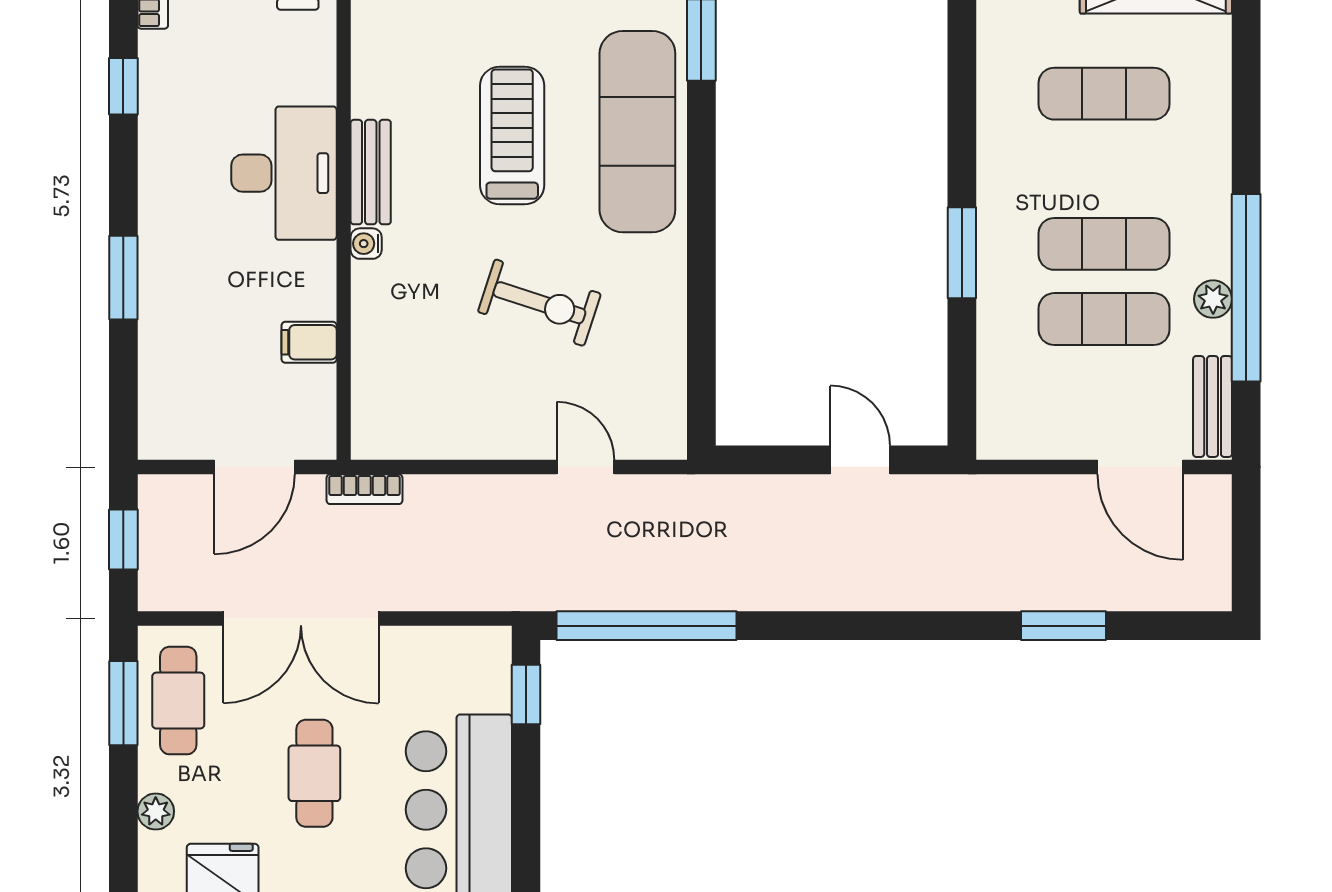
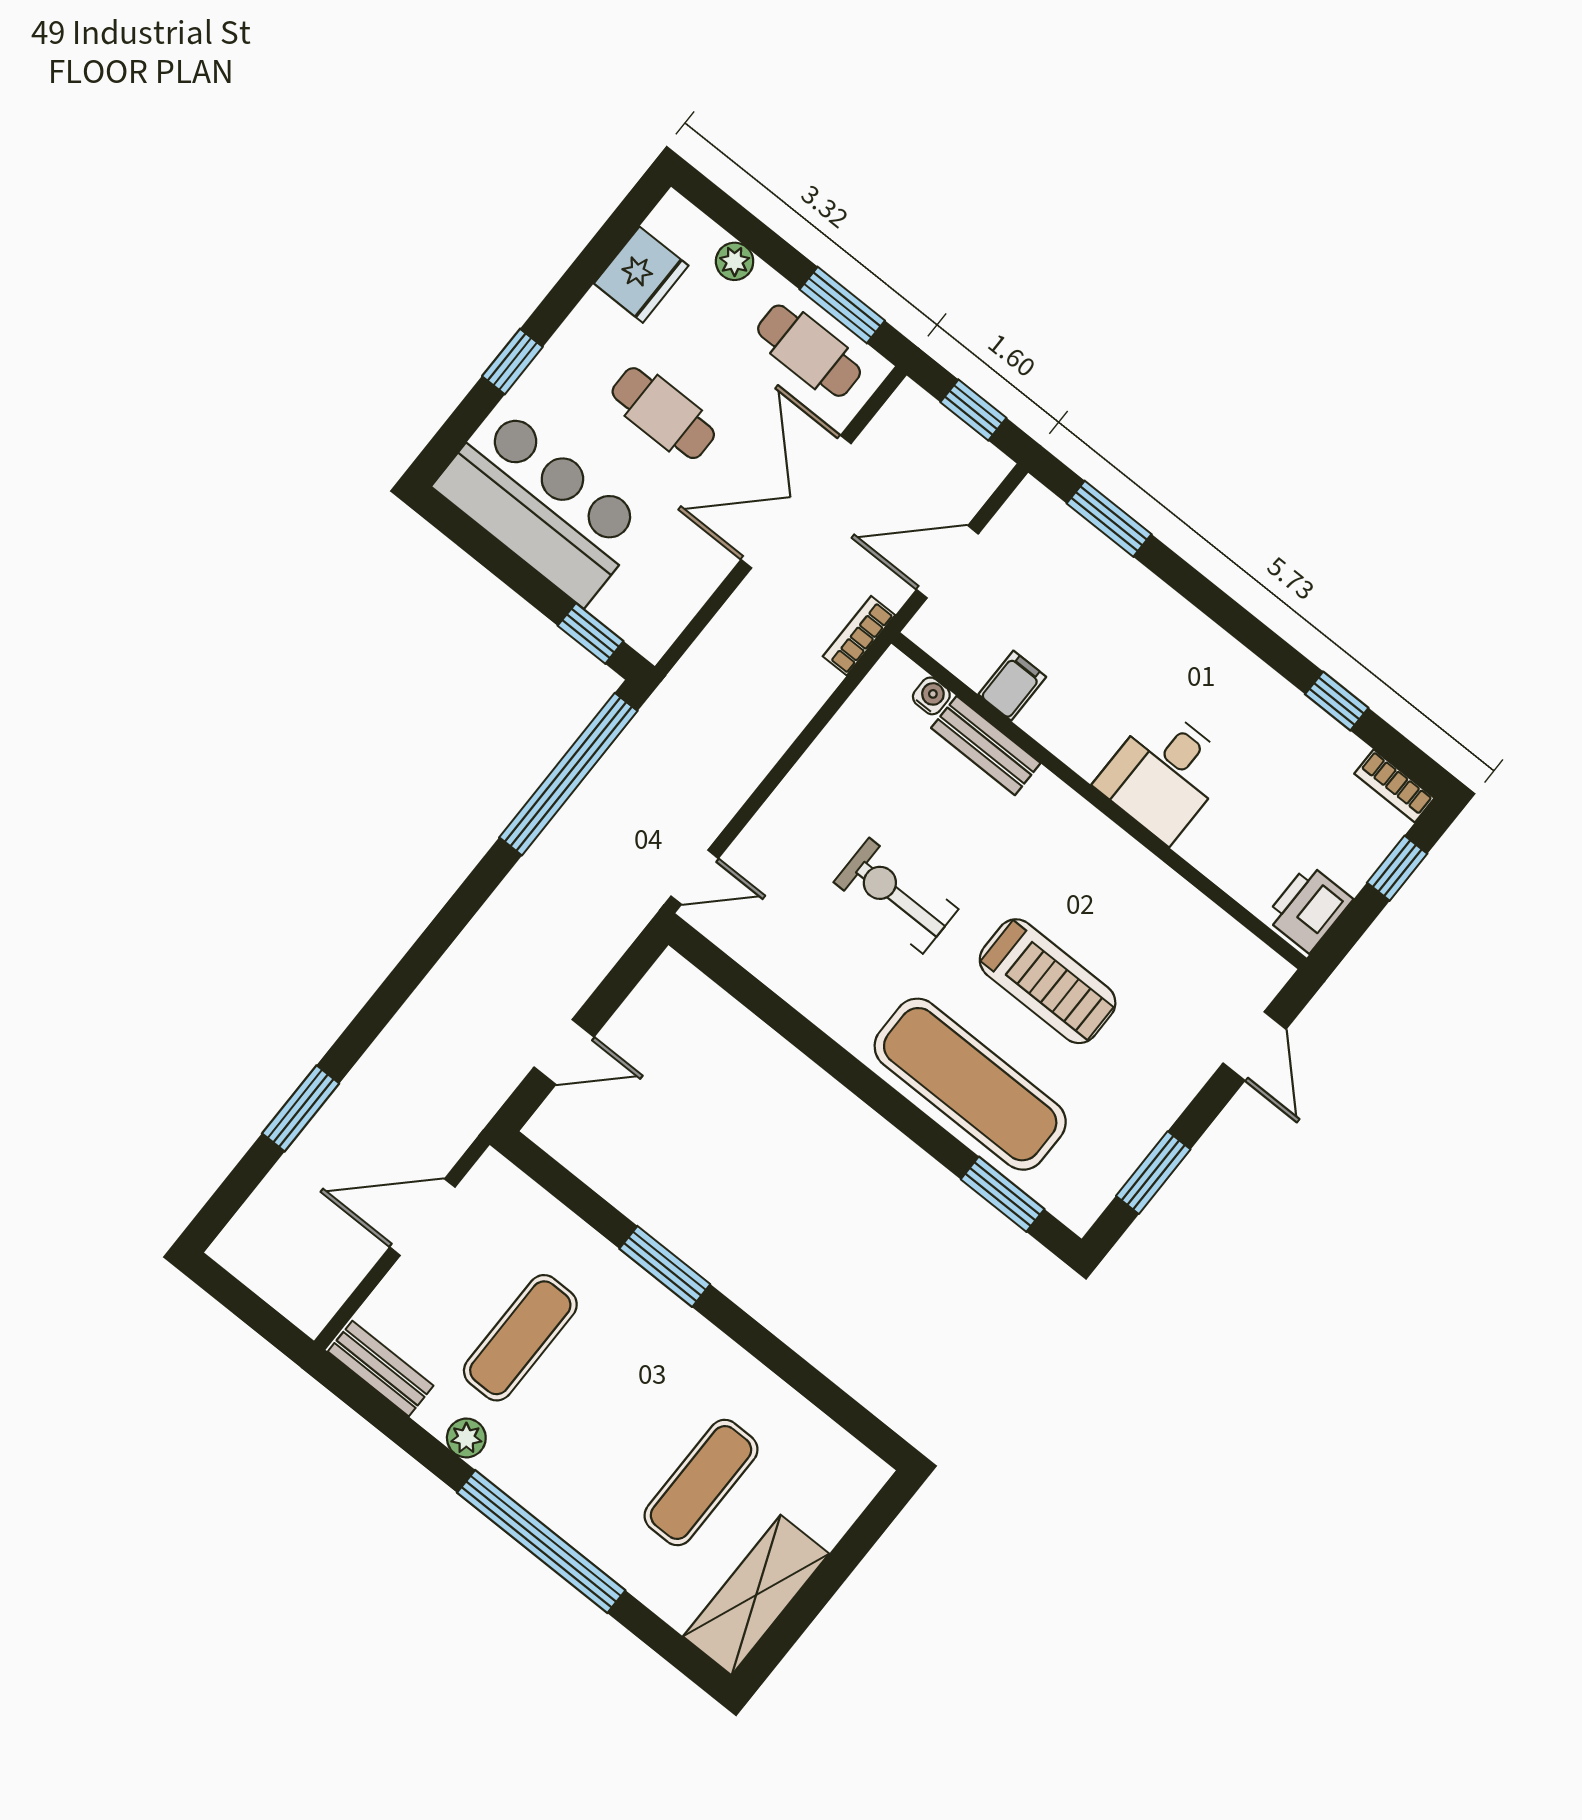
bench: (371, 172) -> (986, 746), moved
desk: (284, 173) -> (1164, 774), width x0.73
water cooler: (366, 244) -> (931, 696), moved
exercise mat: (1104, 244) -> (581, 1386), removed
window: (123, 278) -> (1109, 519), moved
window: (1246, 288) -> (541, 1542), moved
exercise bike: (539, 303) -> (896, 896), turned 72
door: (254, 467) -> (947, 562), hinge flipped
door: (586, 467) -> (695, 877), moved
door: (1140, 467) -> (422, 1217), moved

